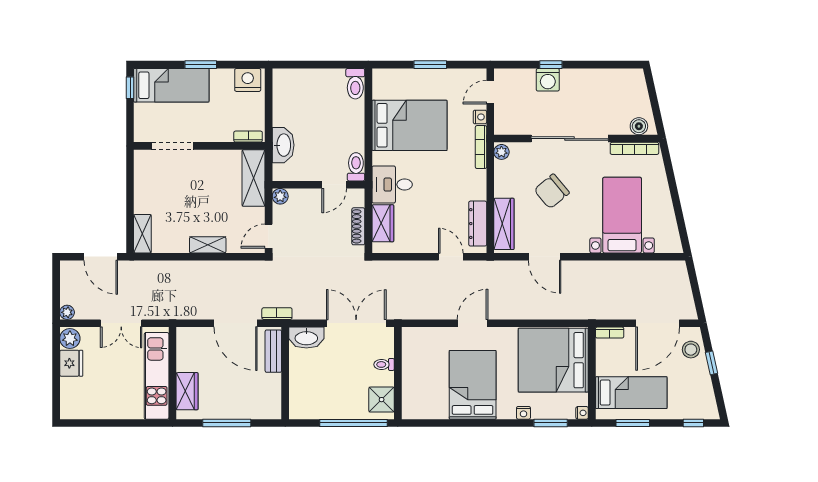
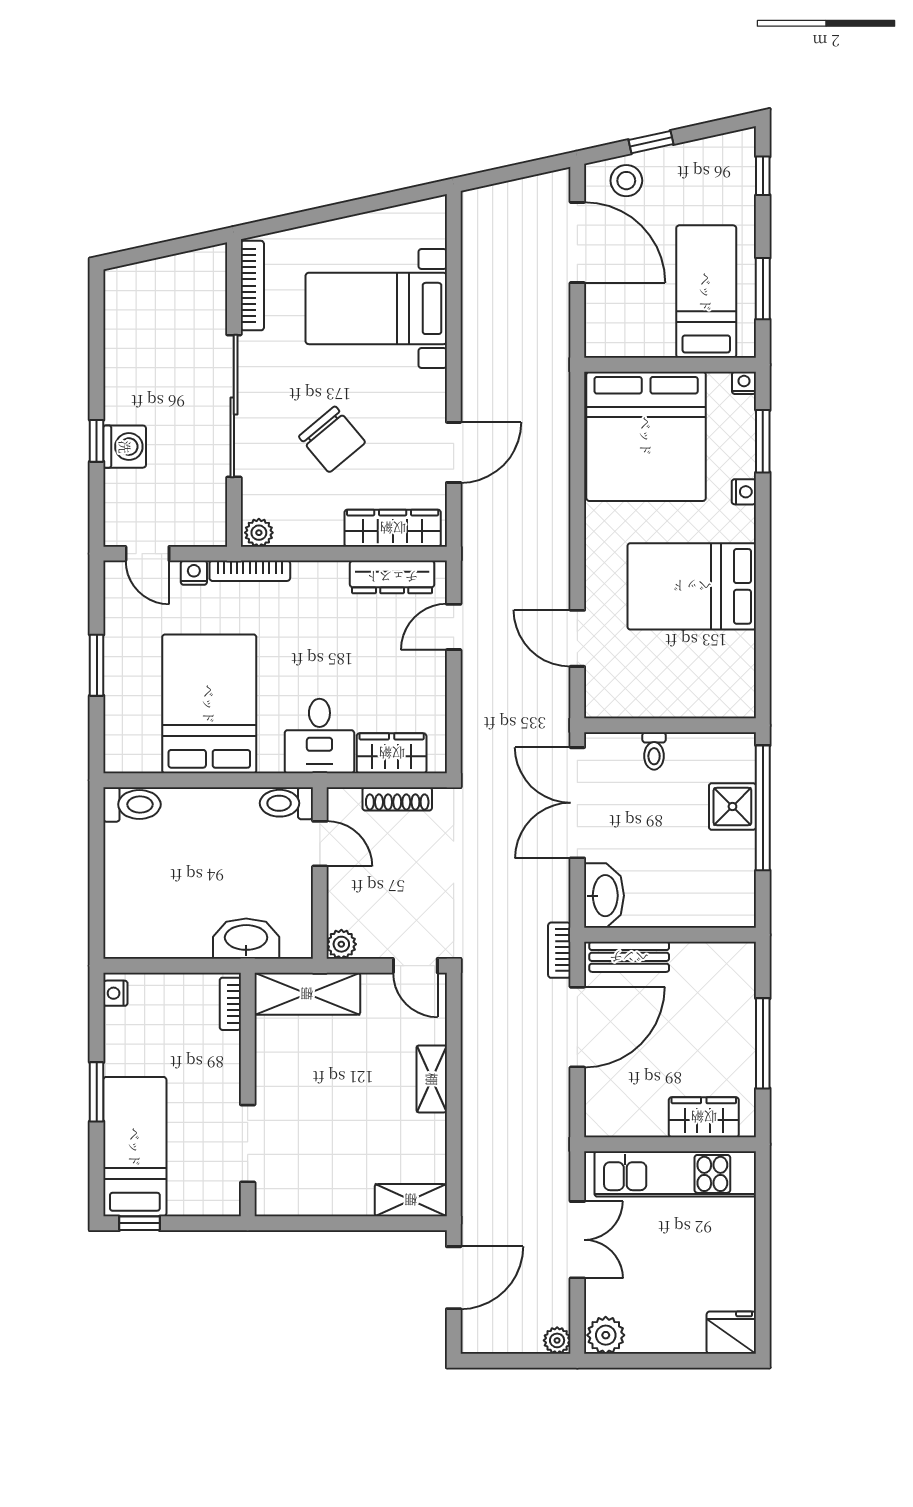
nightstand: (248, 80) -> (115, 993), width x0.53, depth x0.56
boiler: (639, 126) -> (211, 277), removed
door: (473, 323) -> (577, 638), moved
bookcase: (610, 333) -> (595, 332), removed
fridge: (71, 363) -> (731, 1333), moved
shower: (382, 400) -> (732, 807), moved

